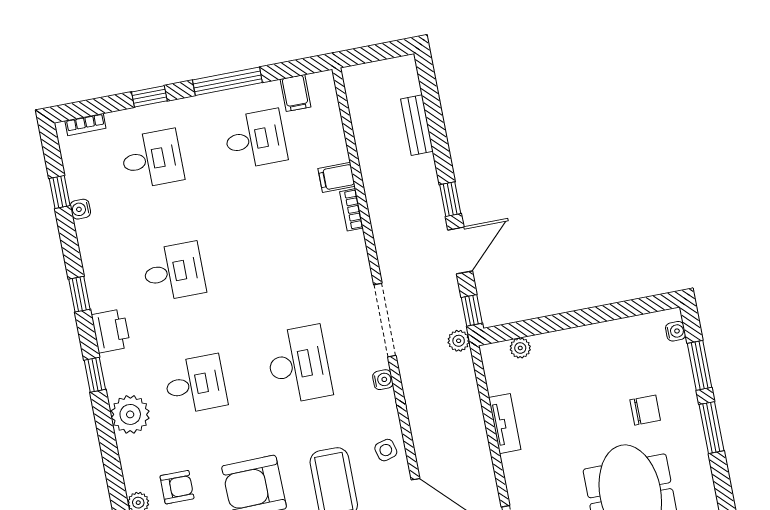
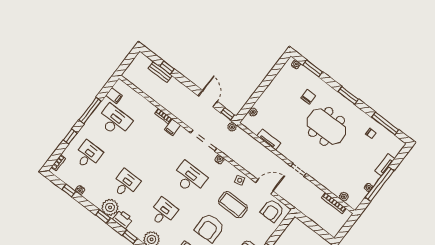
desk: (255, 139) -> (114, 121), width x1.37
filing cabinet: (337, 177) -> (173, 127), moved
window: (450, 199) -> (167, 68), moved
plant: (107, 289) -> (110, 207), added
window: (711, 428) -> (348, 95), moved

